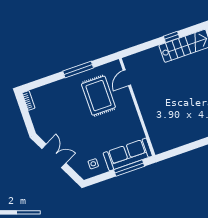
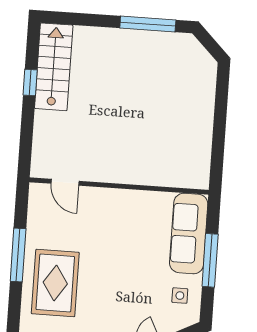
rug: (98, 96) -> (55, 283), moved, turned 90
window: (129, 168) -> (210, 260), moved

